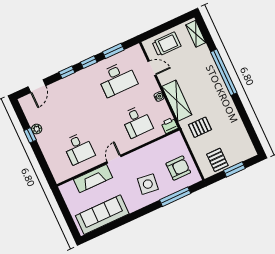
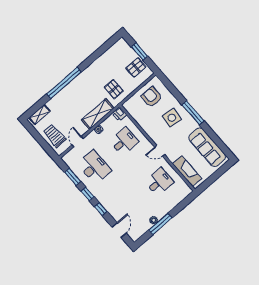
door: (37, 86) -> (119, 230), hinge flipped
window: (30, 135) -> (160, 224), width x2.17
fireplace: (93, 179) -> (187, 171), moved
window: (175, 197) -> (193, 113), moved

